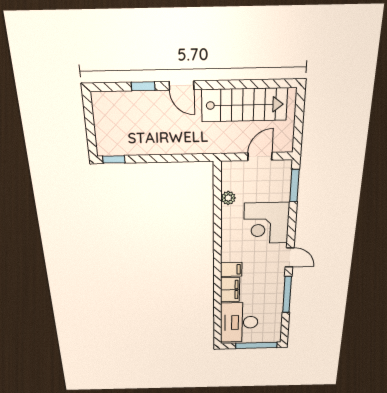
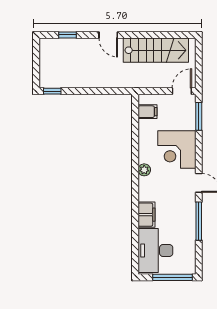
window: (143, 86) -> (67, 35), moved
door: (260, 156) -> (182, 91), moved
plant: (228, 198) -> (144, 170), moved
filing cabinet: (231, 269) -> (147, 112), moved

